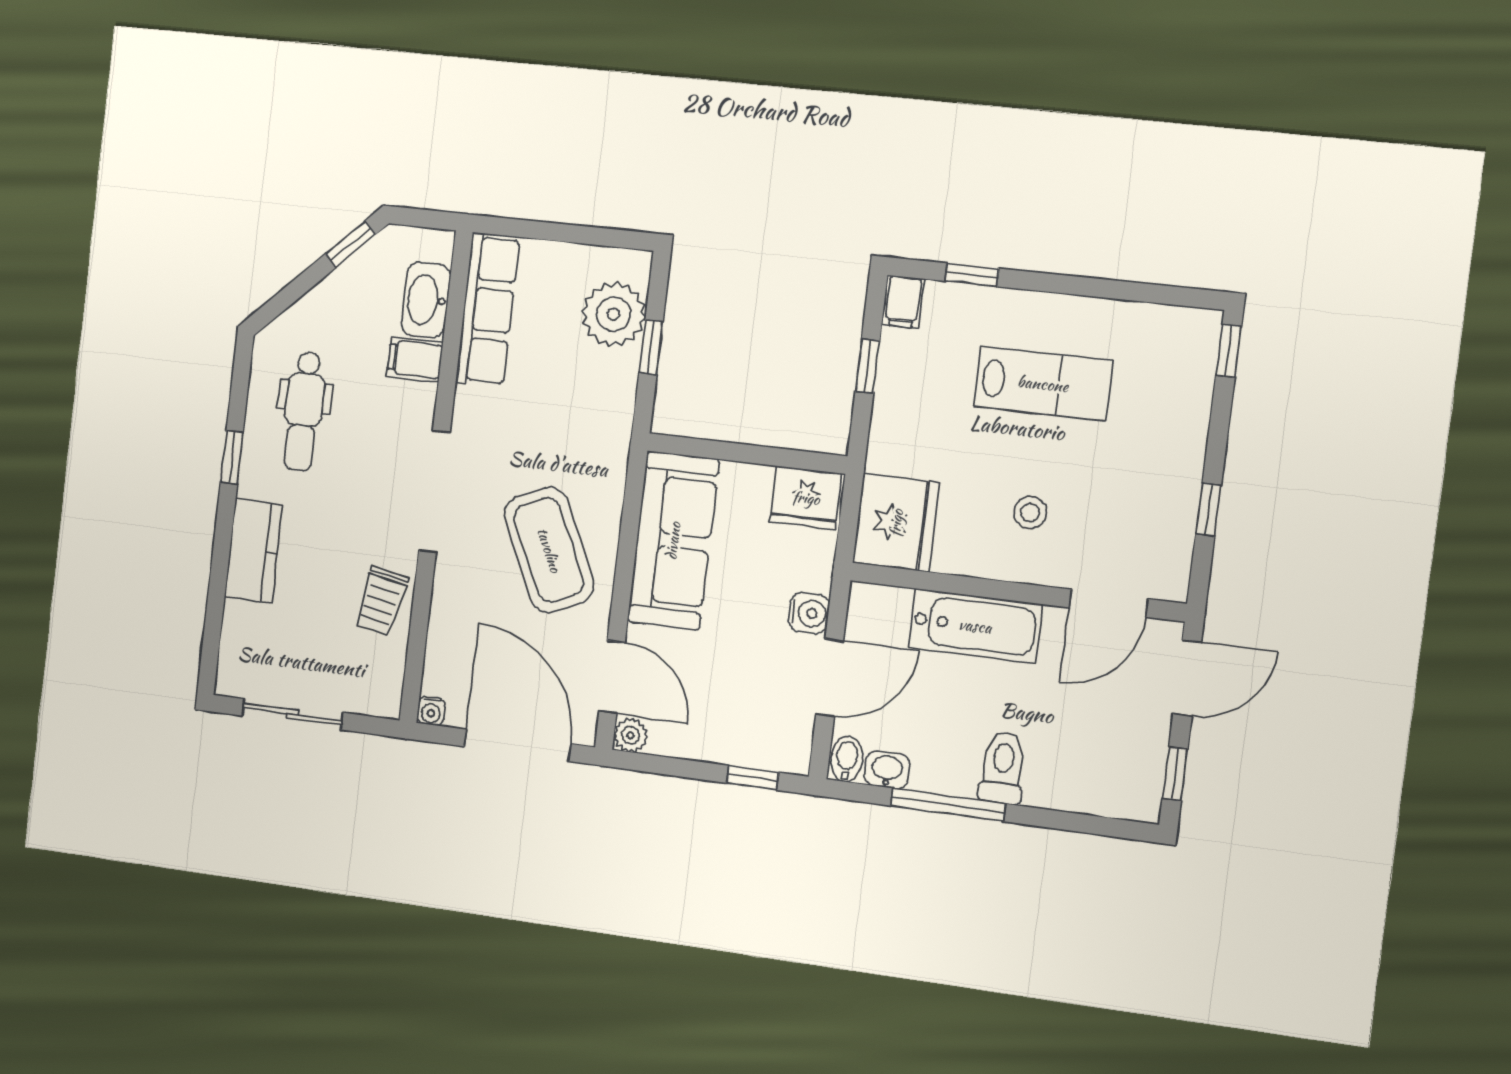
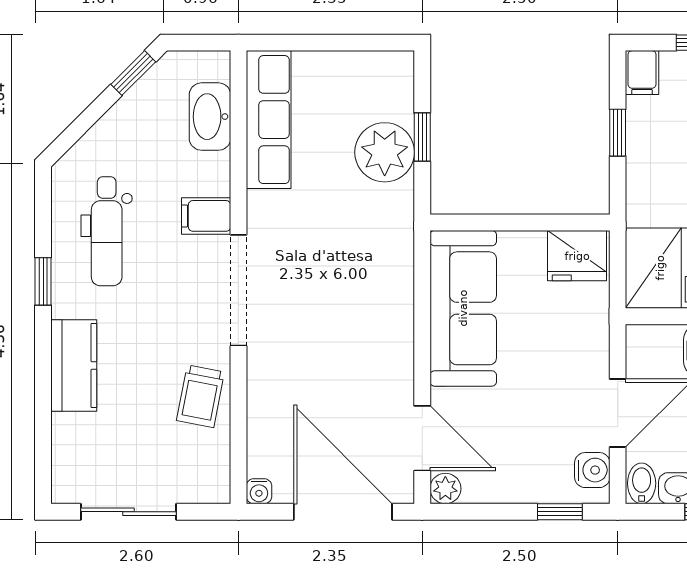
plant: (613, 314) -> (385, 152), moved
filing cabinet: (415, 359) -> (206, 216), moved
coffee table: (549, 550) -> (351, 330), removed
water cooler: (809, 613) -> (592, 470), moved

